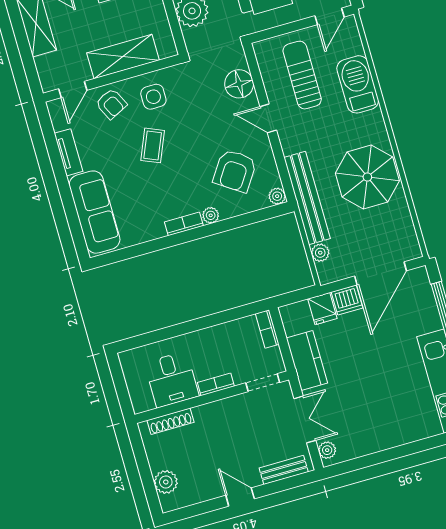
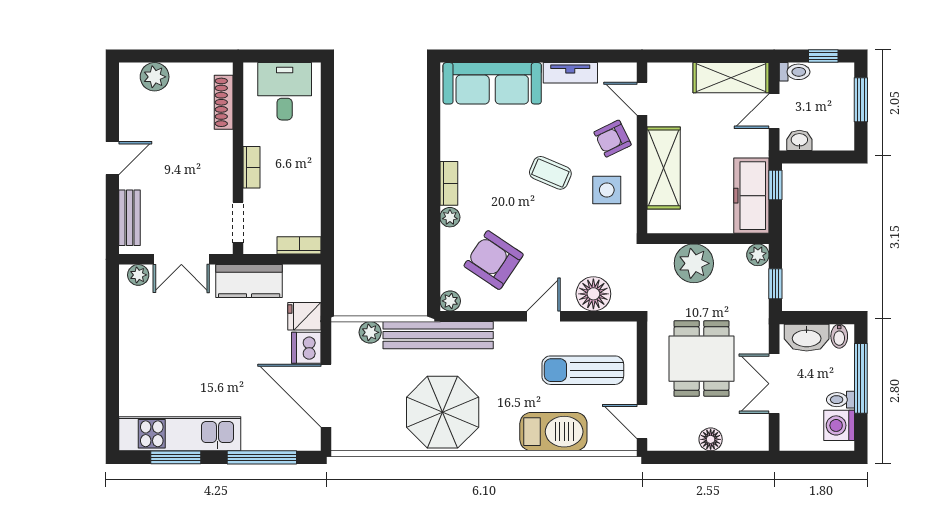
sun lounger: (302, 75) -> (583, 370), turned 180
desk: (172, 379) -> (285, 91), moved, turned 90

